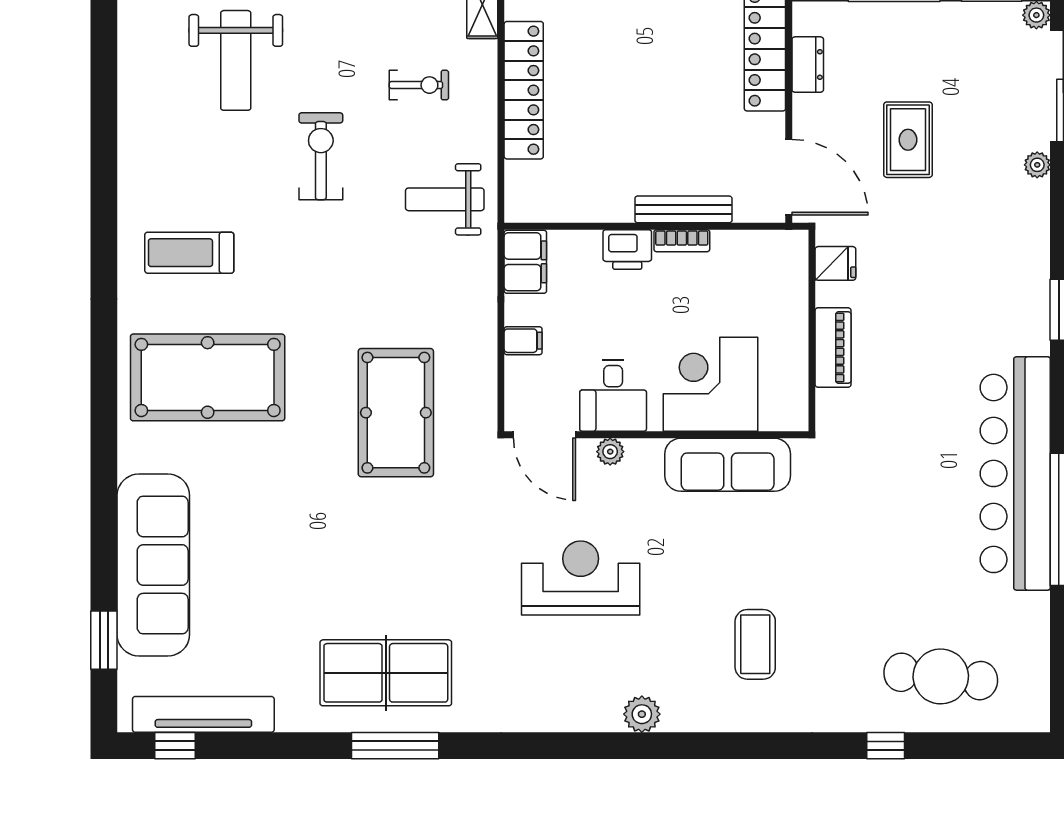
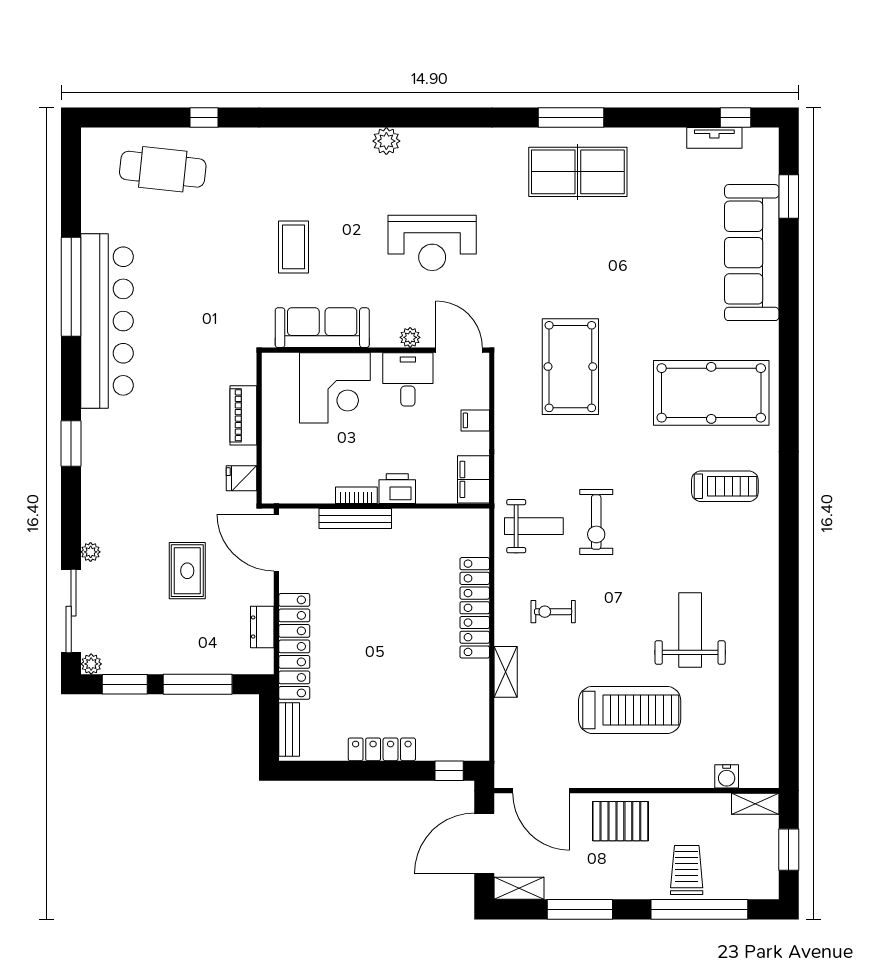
exercise bike: (321, 156) -> (596, 522), moved
coffee table: (755, 644) -> (293, 247), moved
tv unit: (203, 714) -> (714, 138), width x0.52, depth x0.78

